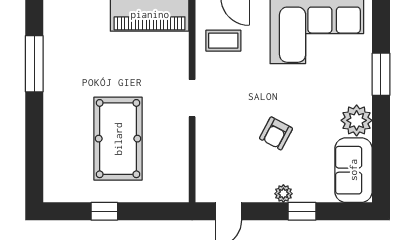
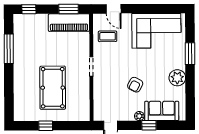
sofa: (353, 170) -> (162, 111), moved, turned 90

